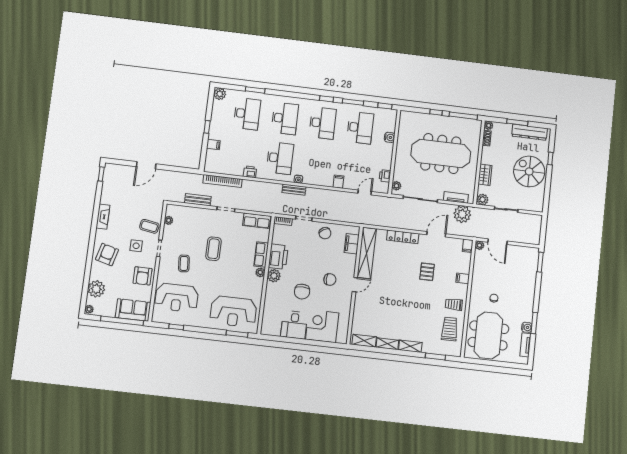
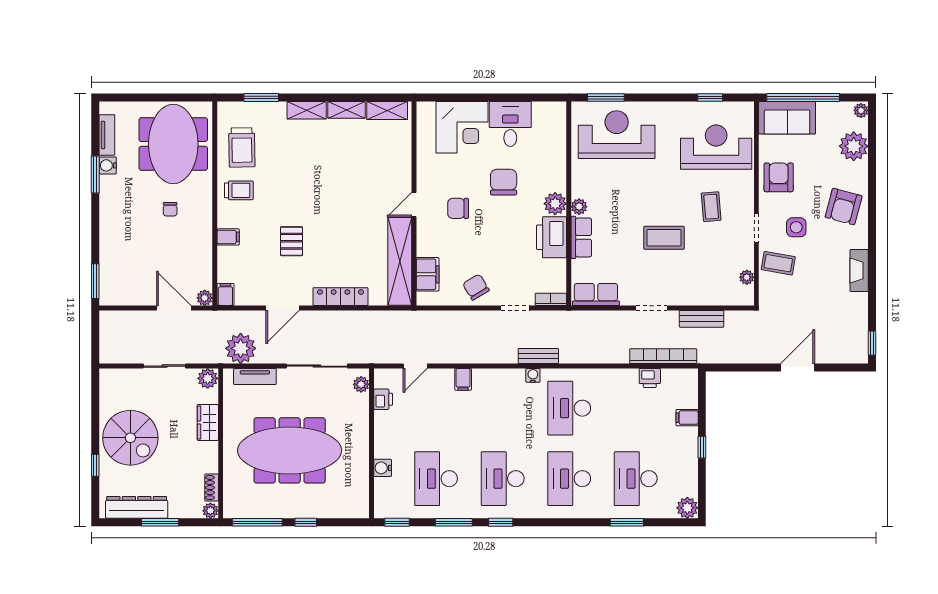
printer: (250, 172) -> (650, 378), moved
coffee table: (214, 249) -> (664, 238), turned 90

